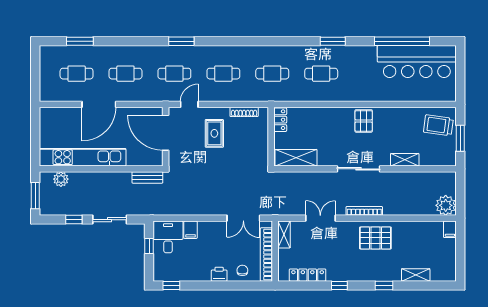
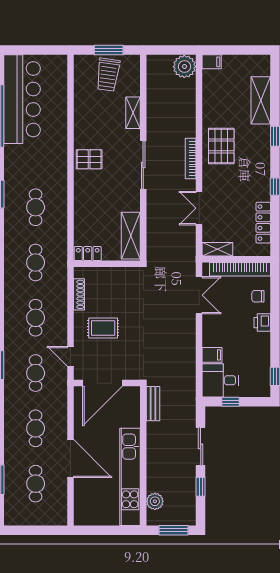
trolley: (438, 125) -> (108, 75), moved
shelving: (416, 275) -> (261, 100), width x1.50, depth x1.33

